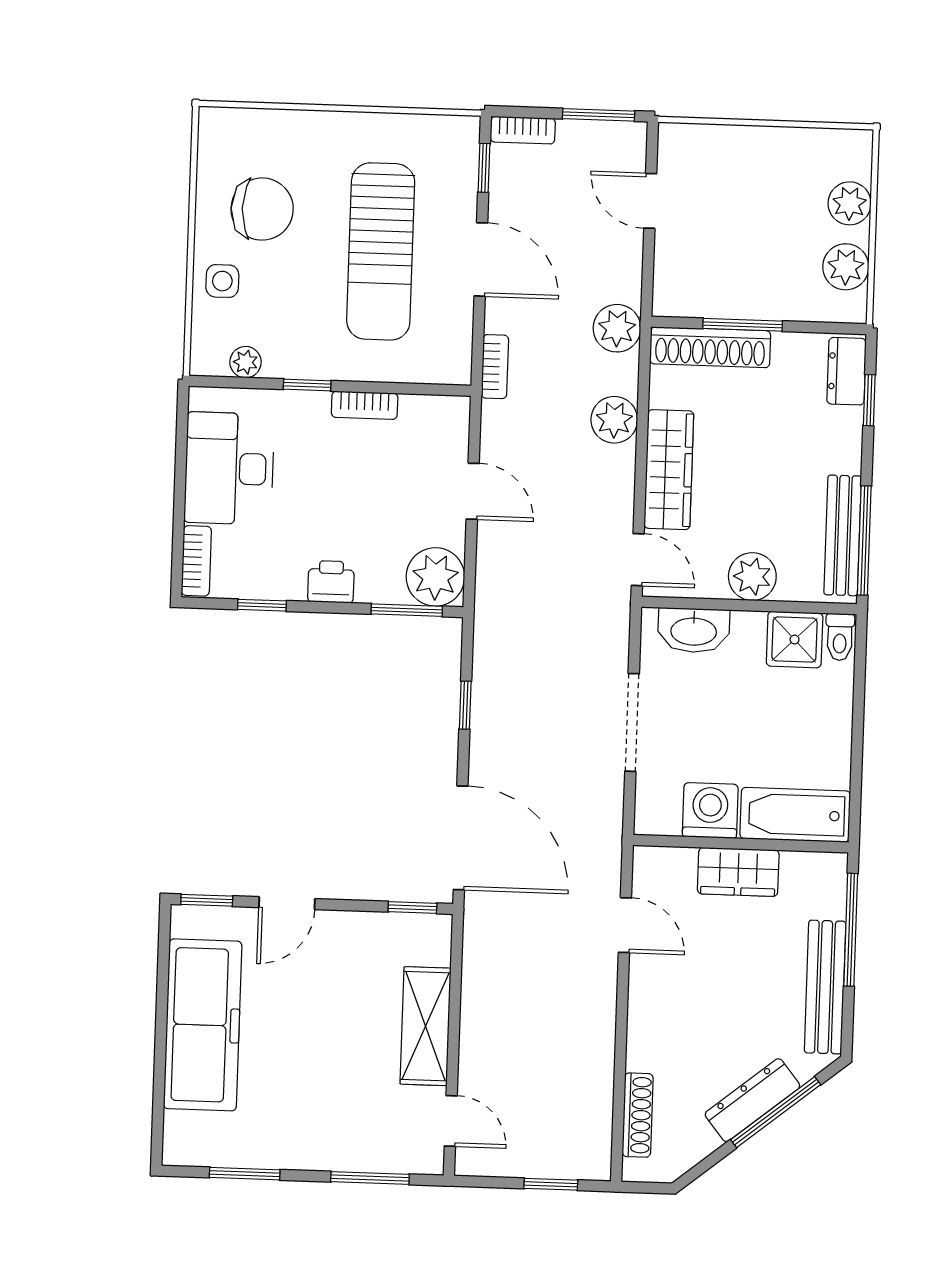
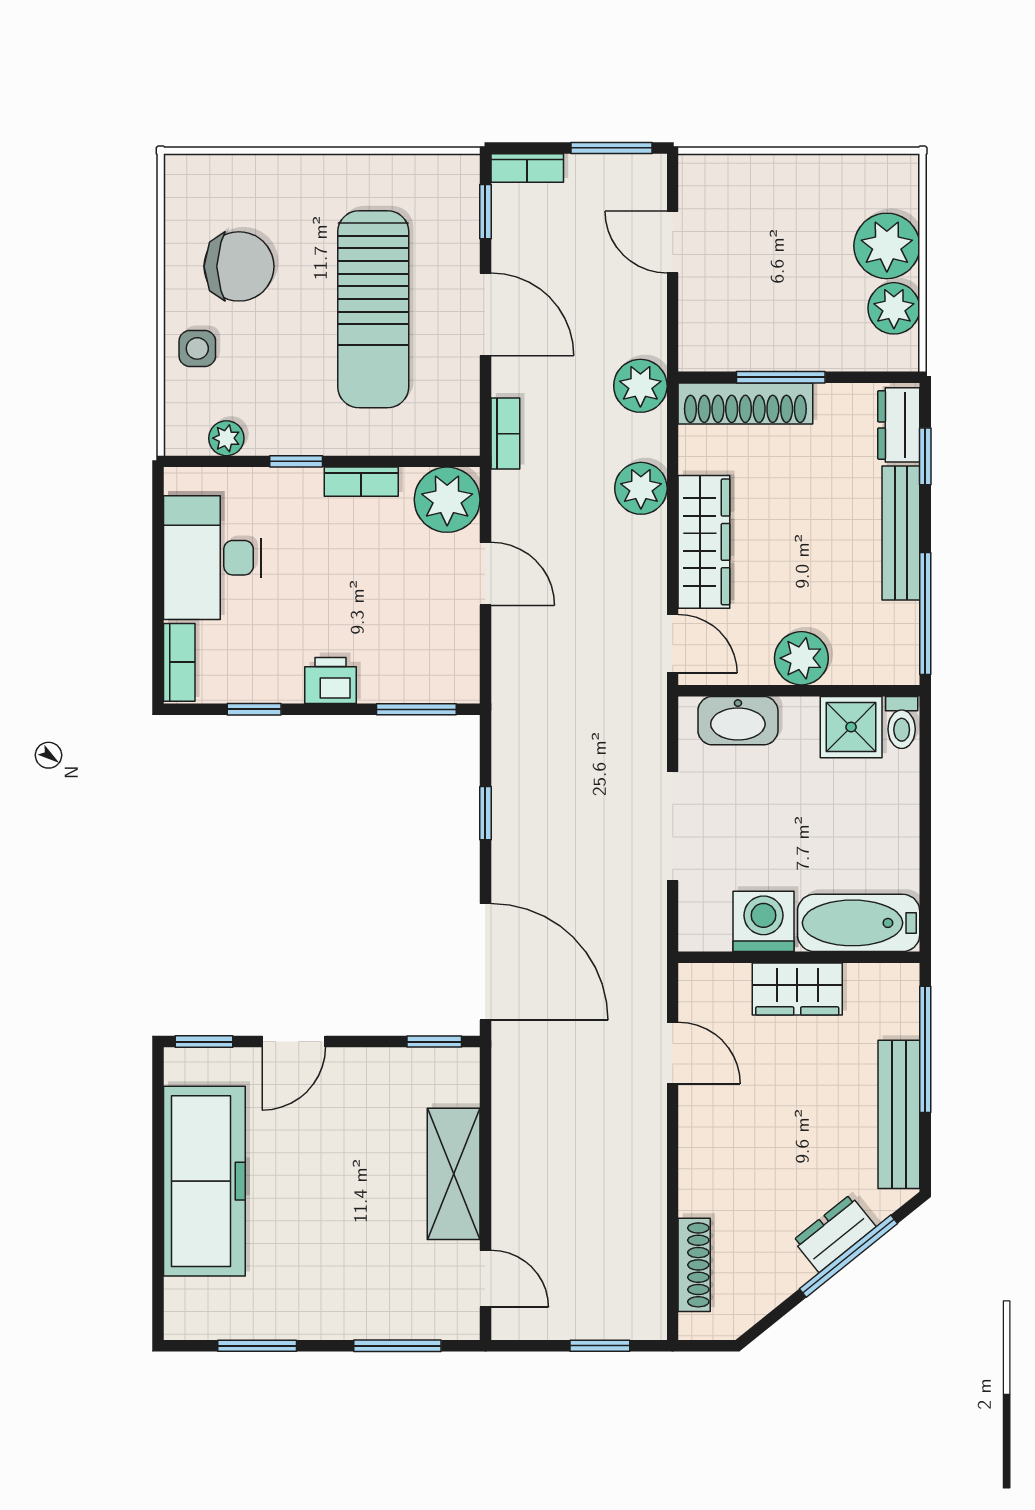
plant: (850, 203) -> (887, 246), width x1.36, depth x1.36
bench: (843, 535) -> (901, 533), moved
plant: (435, 577) -> (447, 500), moved
dresser: (752, 1100) -> (835, 1234), width x0.70

